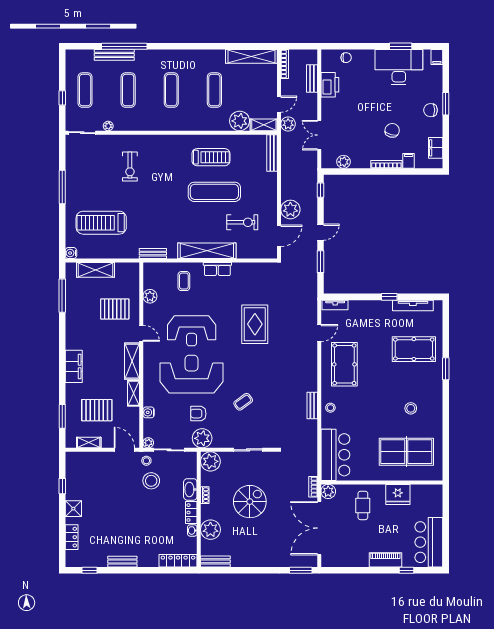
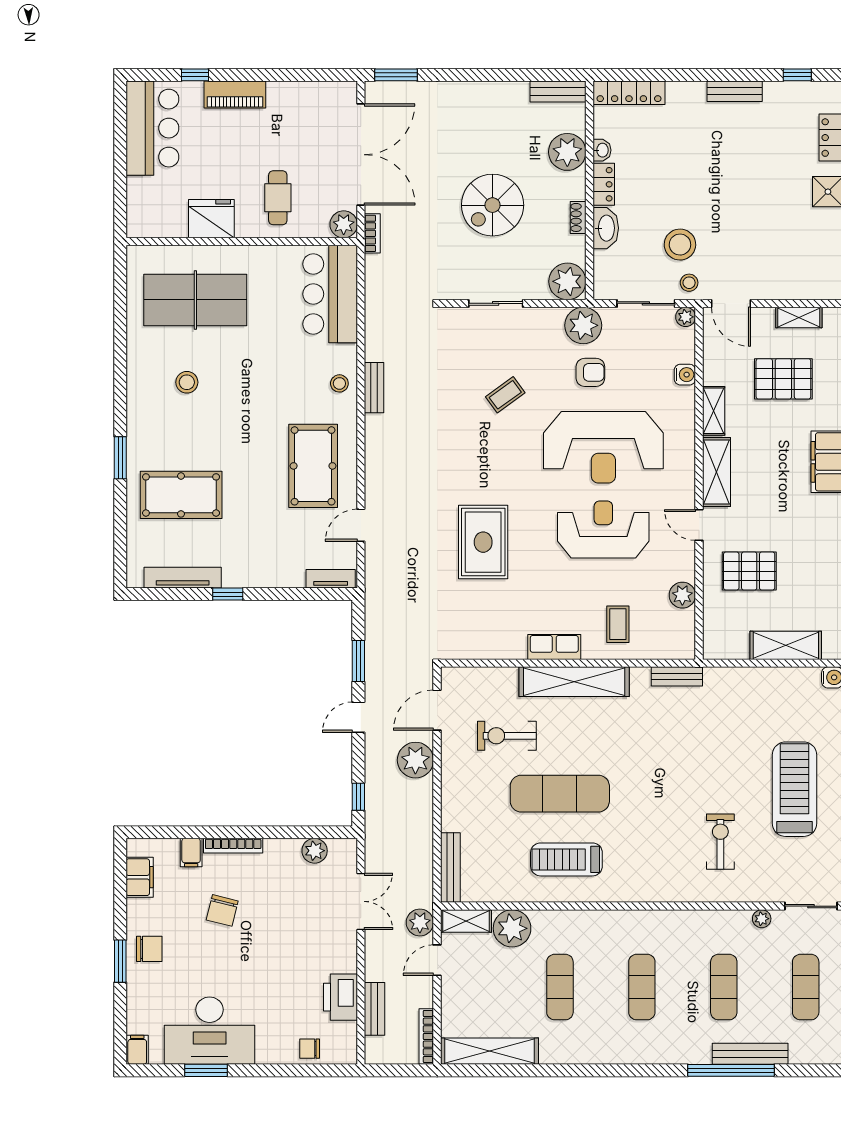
treadmill: (101, 223) -> (795, 789), moved, turned -90

